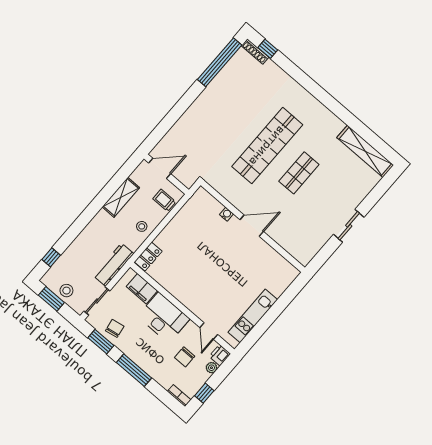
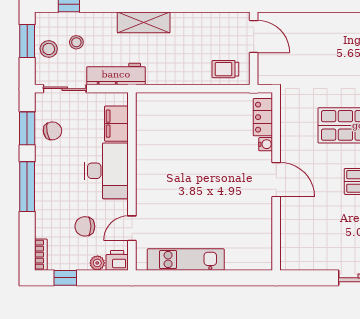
shelving: (121, 197) -> (144, 22), moved
trolley: (164, 200) -> (225, 69), turned -90
stool: (142, 226) -> (76, 42), moved
locker: (148, 257) -> (263, 117), moved, turned 90

